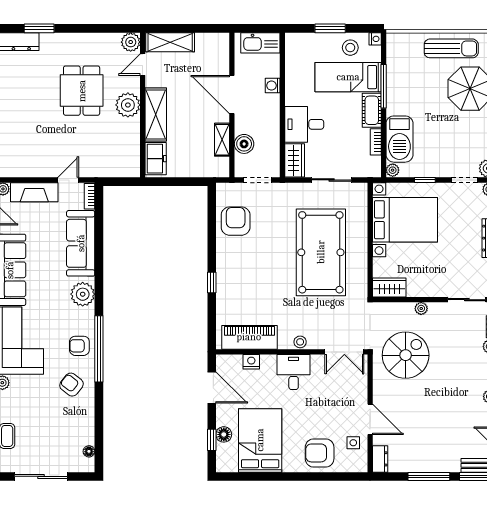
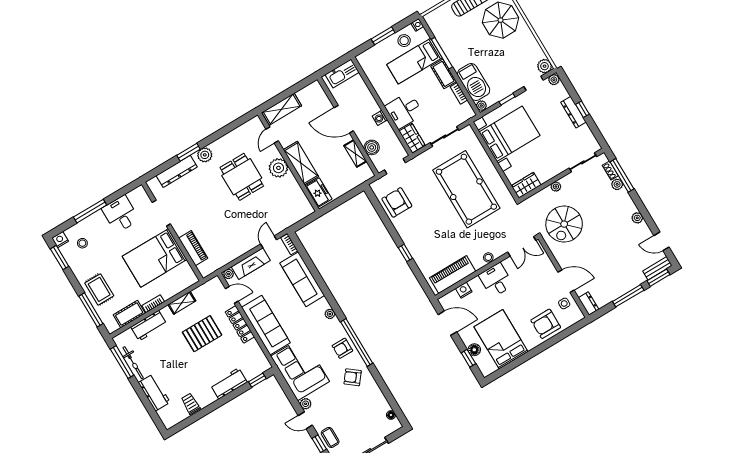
plant: (131, 42) -> (205, 155), moved
washing machine: (273, 86) -> (380, 118), moved
plant: (83, 294) -> (330, 314), width x0.53, depth x0.53
spiral stairs: (406, 355) -> (564, 224), turned 180

